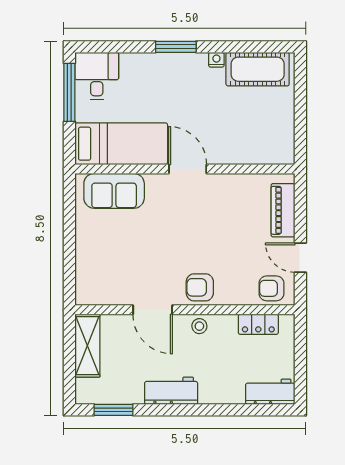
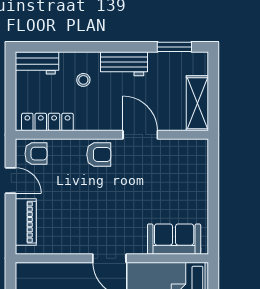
locker: (258, 324) -> (47, 122), width x1.53
stool: (199, 326) -> (83, 80), moved

